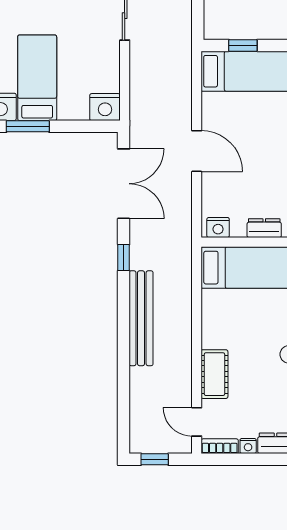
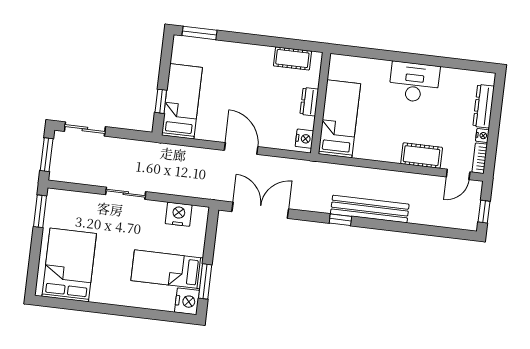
nightstand: (105, 107) -> (179, 214), moved, turned -90
door: (197, 151) -> (241, 149), hinge flipped
window: (124, 258) -> (340, 220), moved

